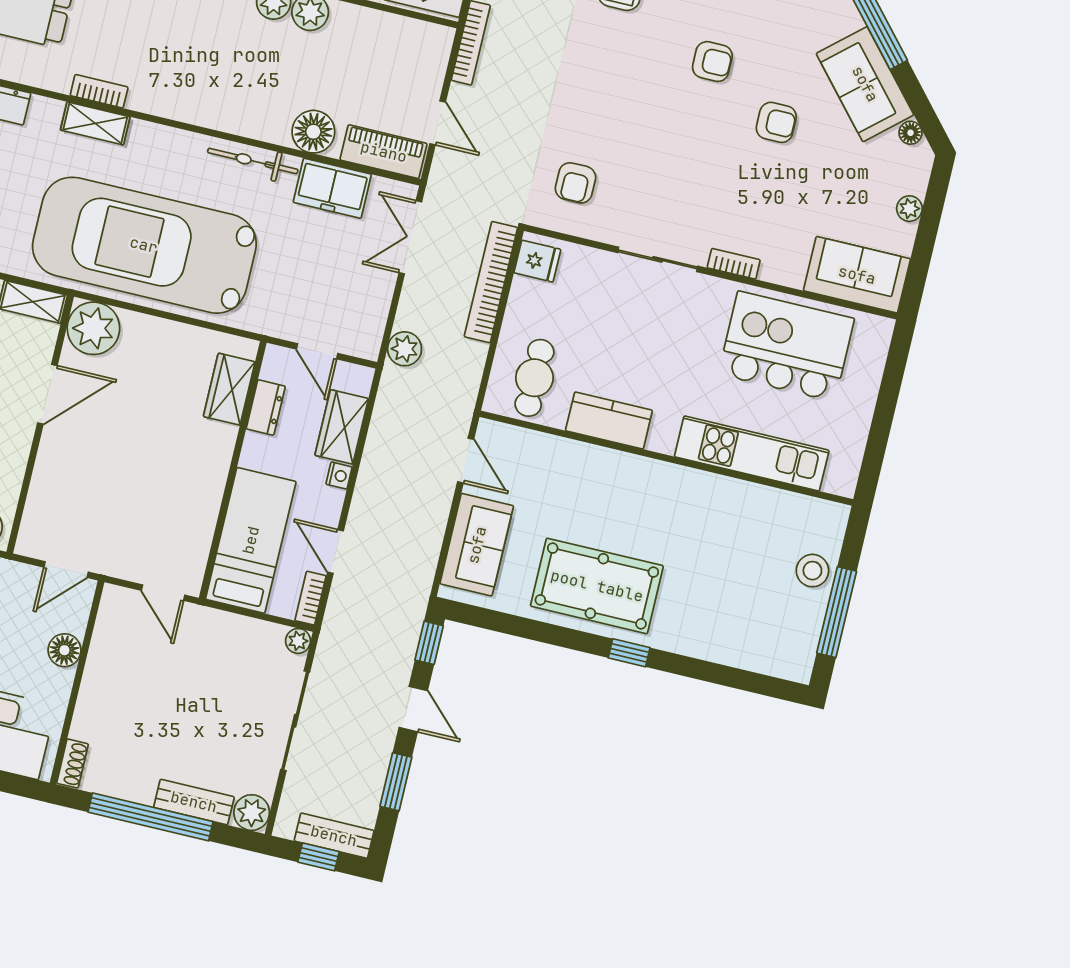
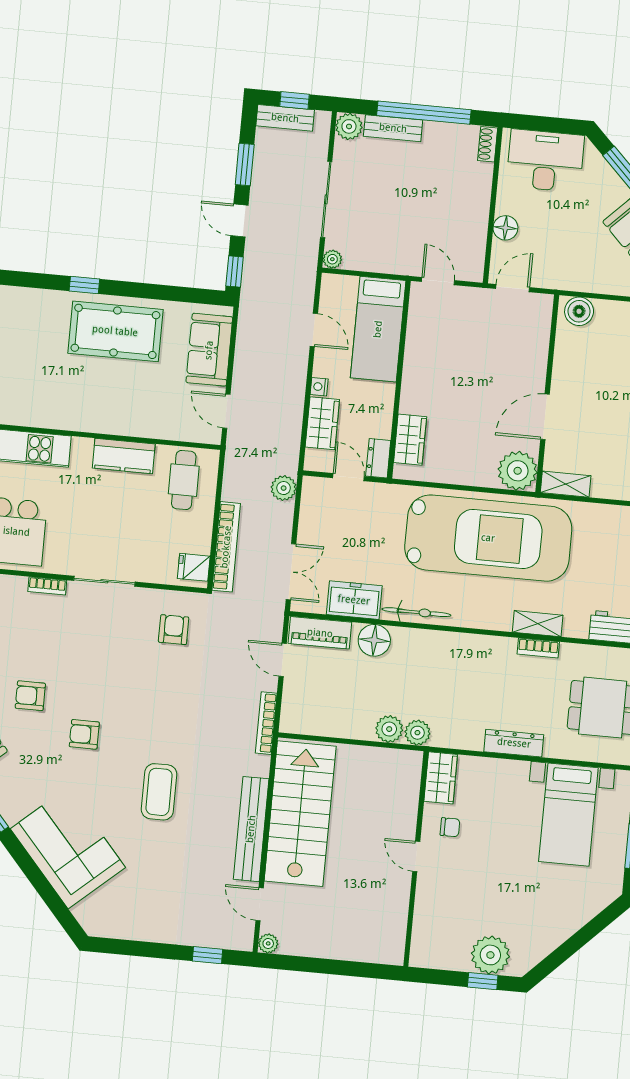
dresser: (266, 407) -> (378, 458), moved
bookcase: (310, 598) -> (328, 292), removed

